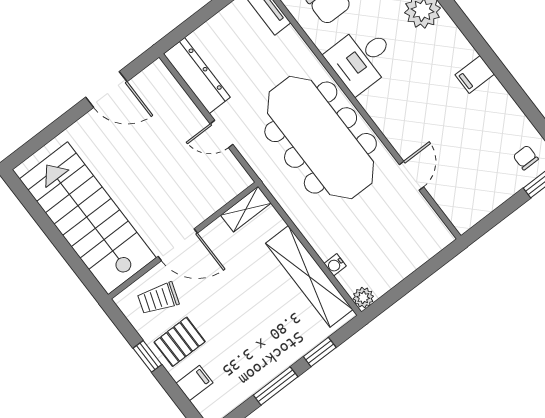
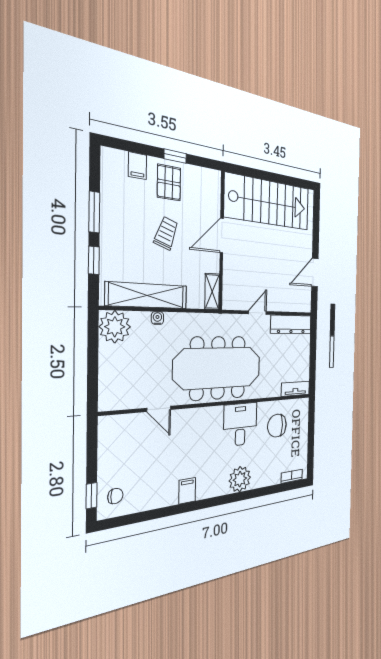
water cooler: (335, 265) -> (157, 318), moved
trolley: (158, 298) -> (166, 233), moved
plant: (363, 298) -> (115, 327), width x1.88, depth x1.88

